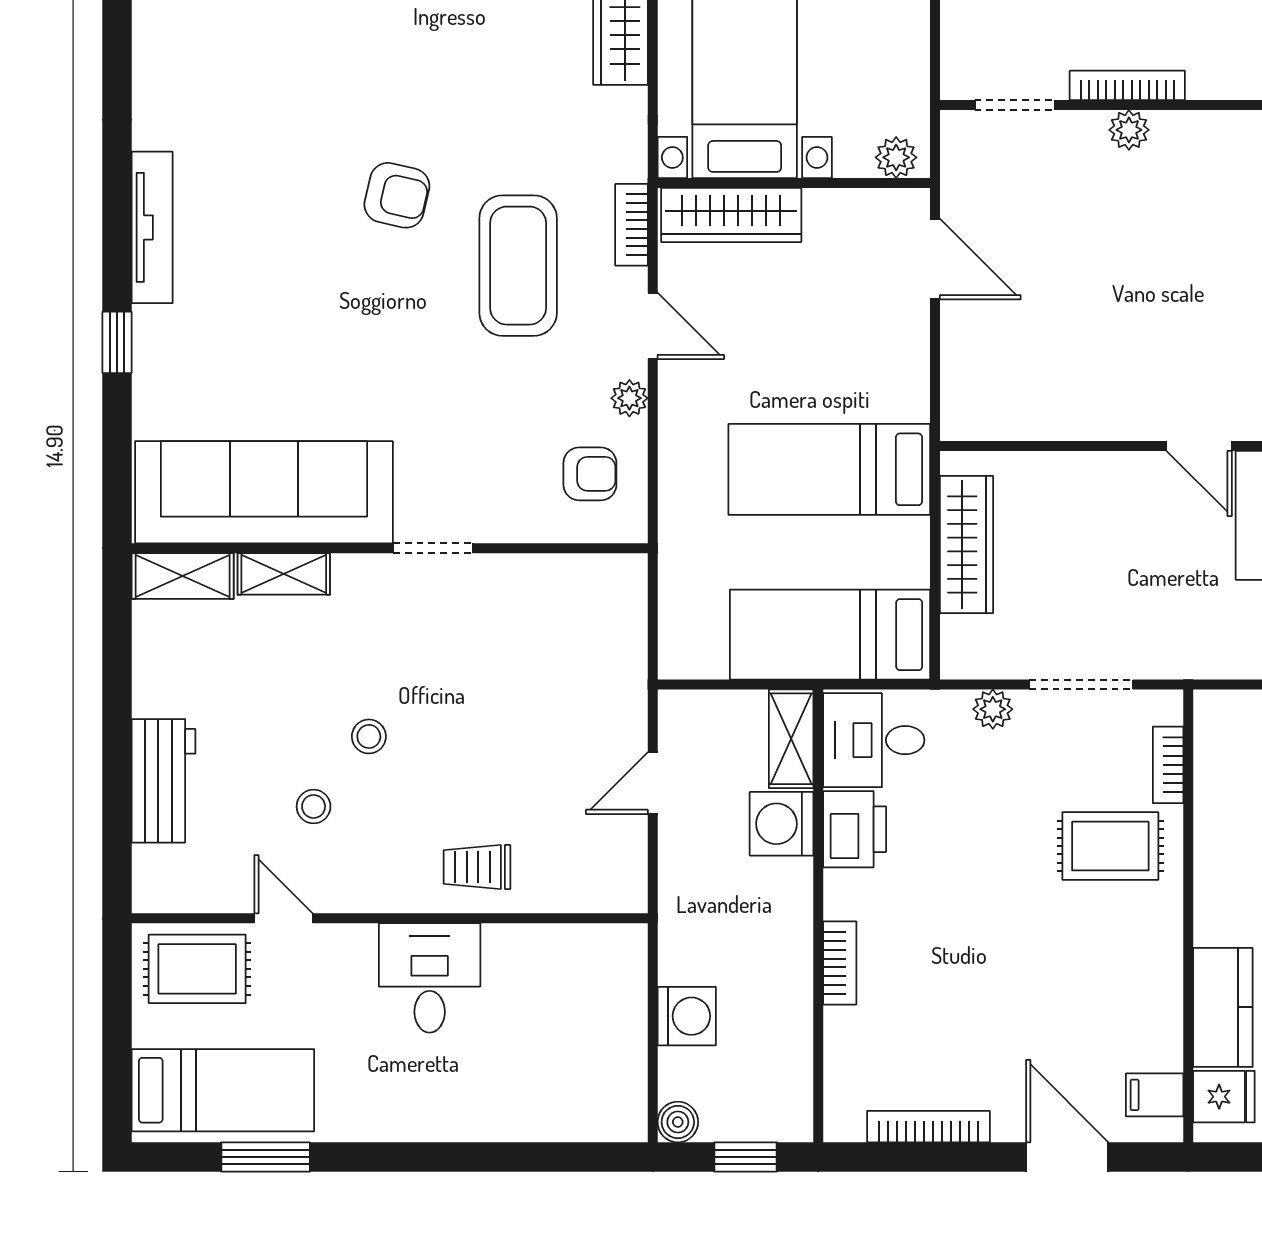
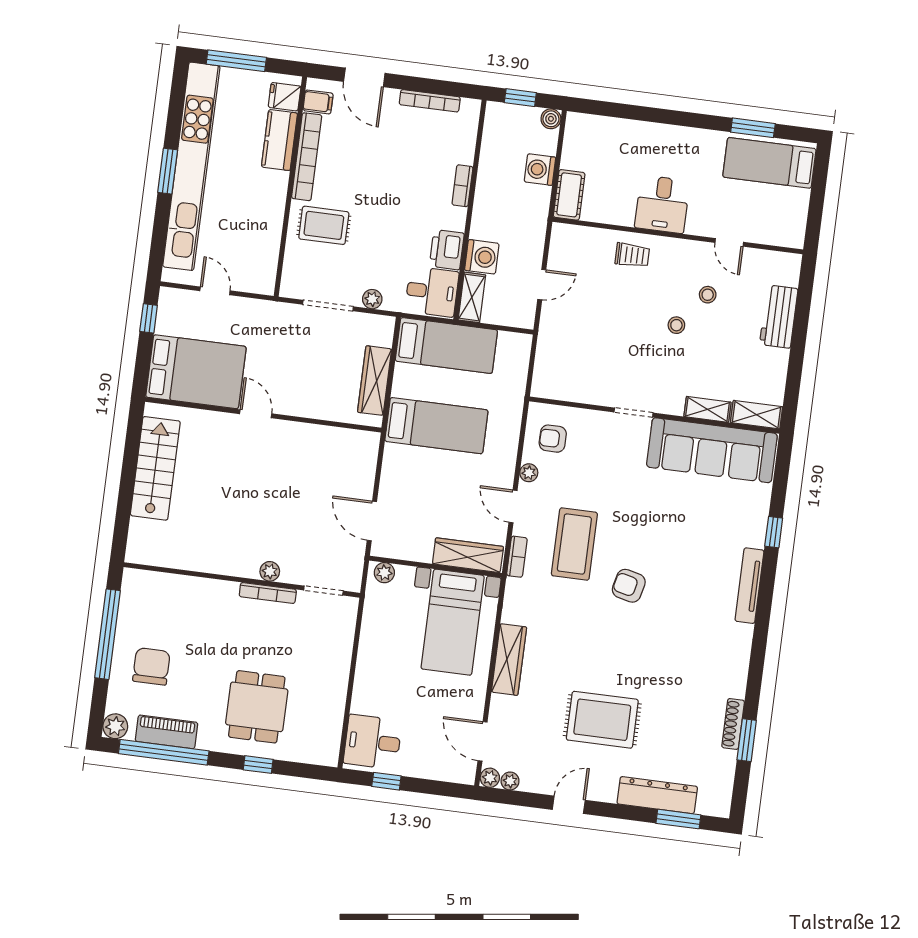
bookcase: (1168, 765) -> (307, 157), moved, width x2.31, depth x1.31
rug: (197, 969) -> (774, 223), removed
cot: (621, 972) -> (569, 195), added

